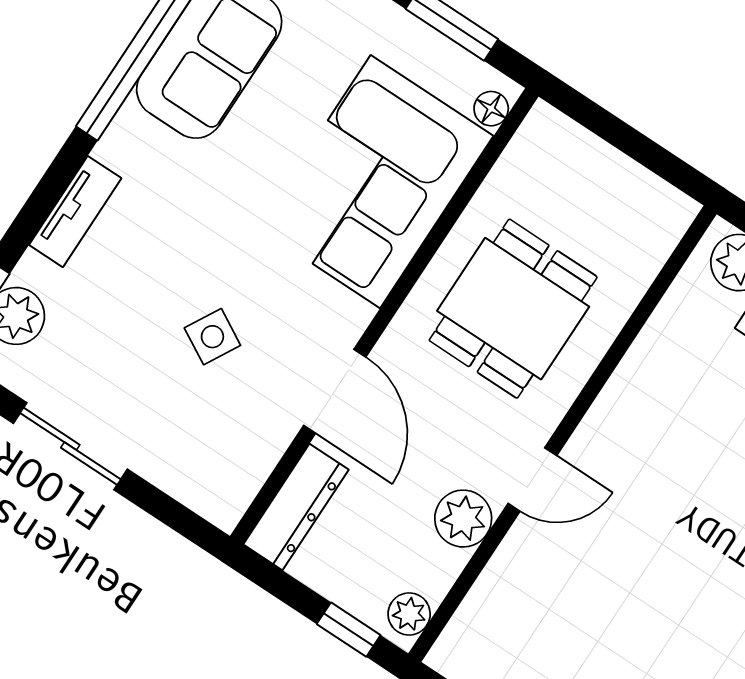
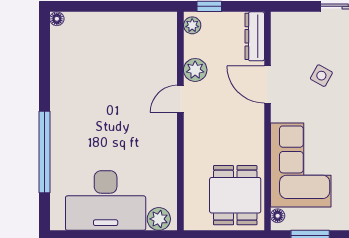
dining table: (513, 309) -> (235, 195), moved

